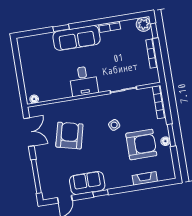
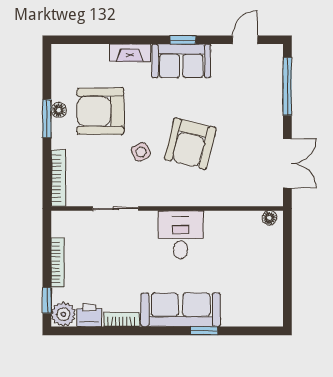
printer: (128, 26) -> (89, 315), added
double door: (29, 132) -> (287, 163), swing flipped
armchair: (69, 136) -> (190, 144), moved
fireplace: (145, 178) -> (130, 53), moved
sofa: (87, 183) -> (181, 61), moved

